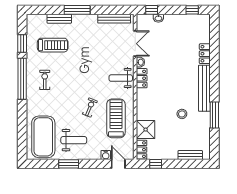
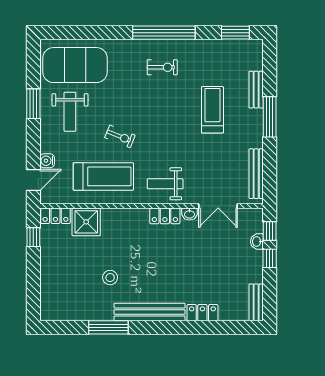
window: (192, 10) -> (270, 258), moved
window: (22, 43) -> (235, 33), moved
treadmill: (53, 45) -> (212, 110), moved, turned 180
weight bench: (121, 78) -> (165, 184), turned -90
bench: (190, 155) -> (256, 302), moved

